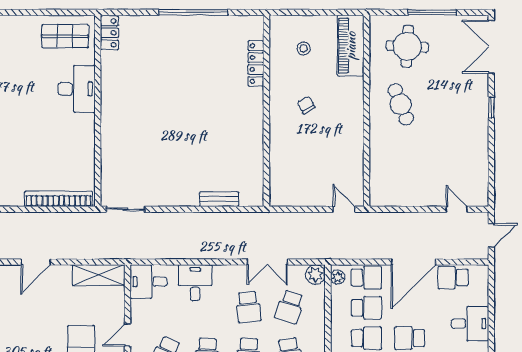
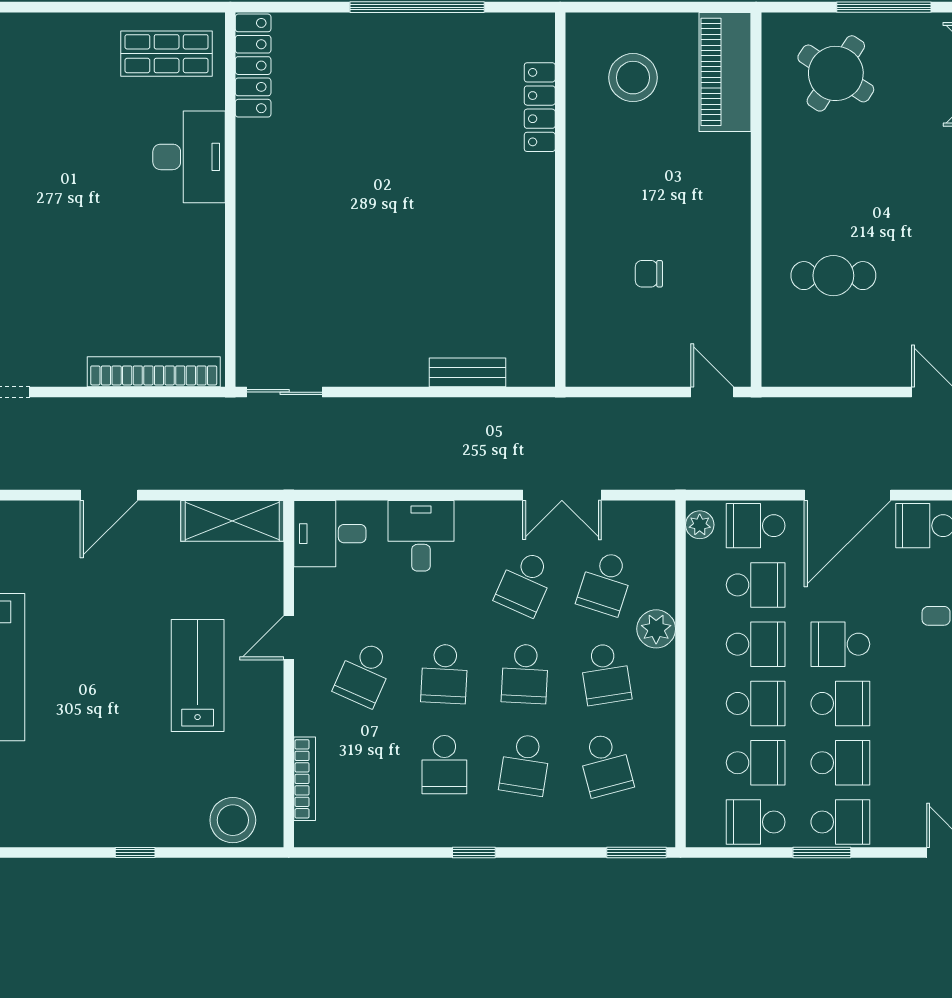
locker: (109, 33) -> (253, 66), width x1.53
round table: (407, 46) -> (836, 73), turned 30
stool: (304, 48) -> (633, 78), width x1.89, depth x1.89
cafe table: (401, 104) -> (833, 276), moved, turned -69
chair: (306, 105) -> (649, 274), moved, turned -59
plant: (315, 274) -> (656, 629), moved
school desk: (366, 278) -> (756, 526), turned 180
school desk: (248, 307) -> (525, 583), turned 30

